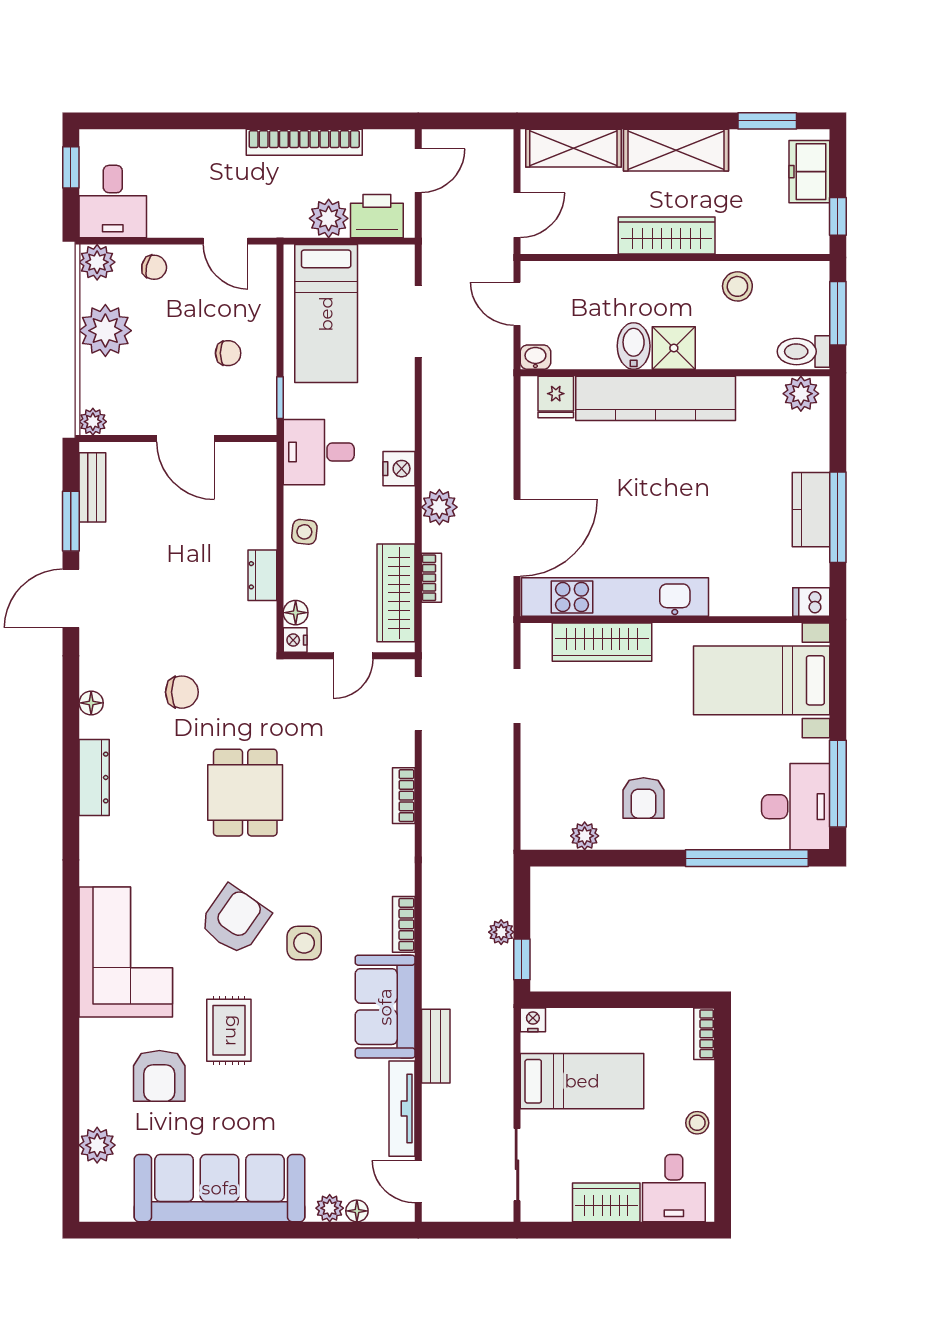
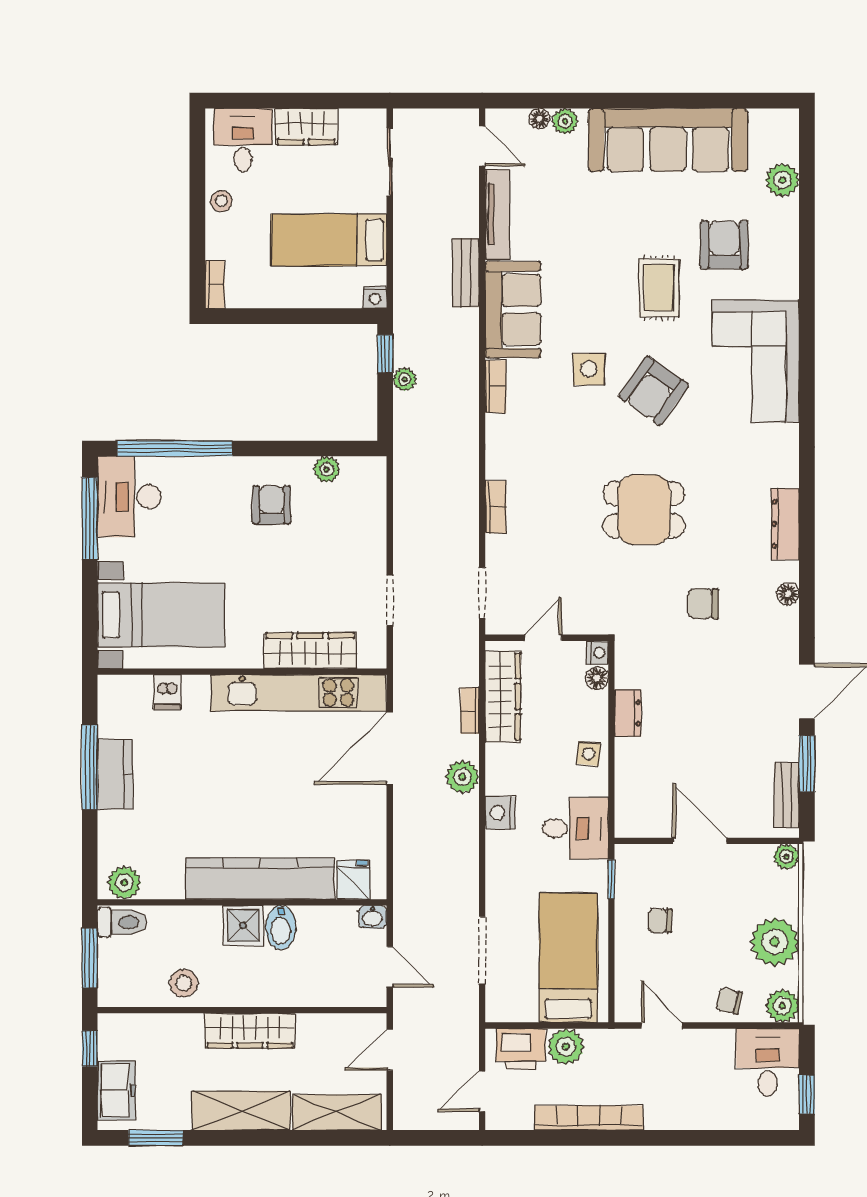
dishwasher: (811, 602) -> (167, 692), moved, turned 90
dining table: (245, 793) -> (644, 510), turned 90

